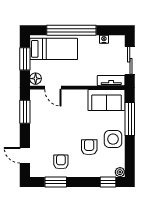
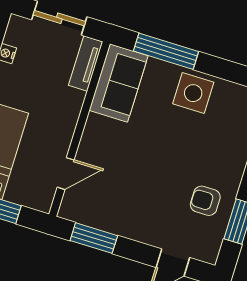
floor lamp: (36, 79) -> (40, 200), removed
armchair: (89, 147) -> (194, 141), removed

